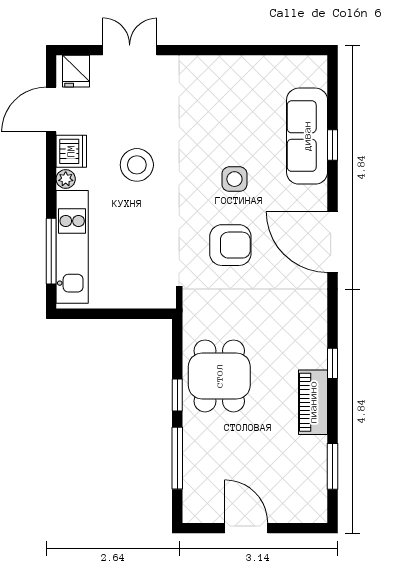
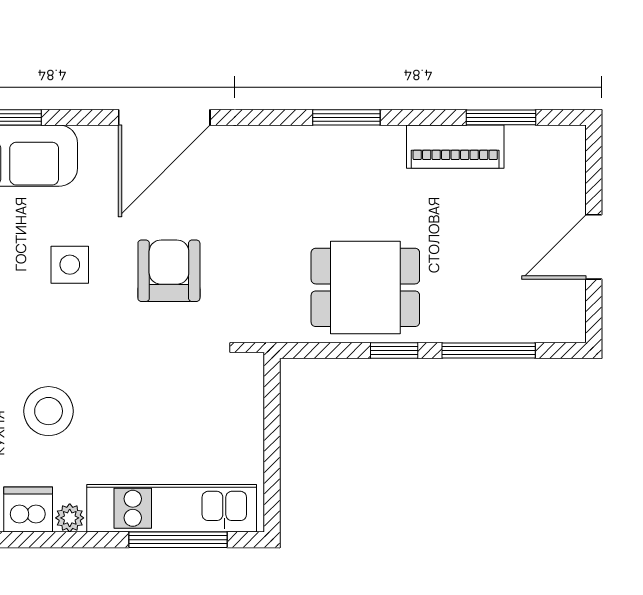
window: (333, 363) -> (346, 117), width x1.50
piano: (313, 402) -> (455, 147), moved

